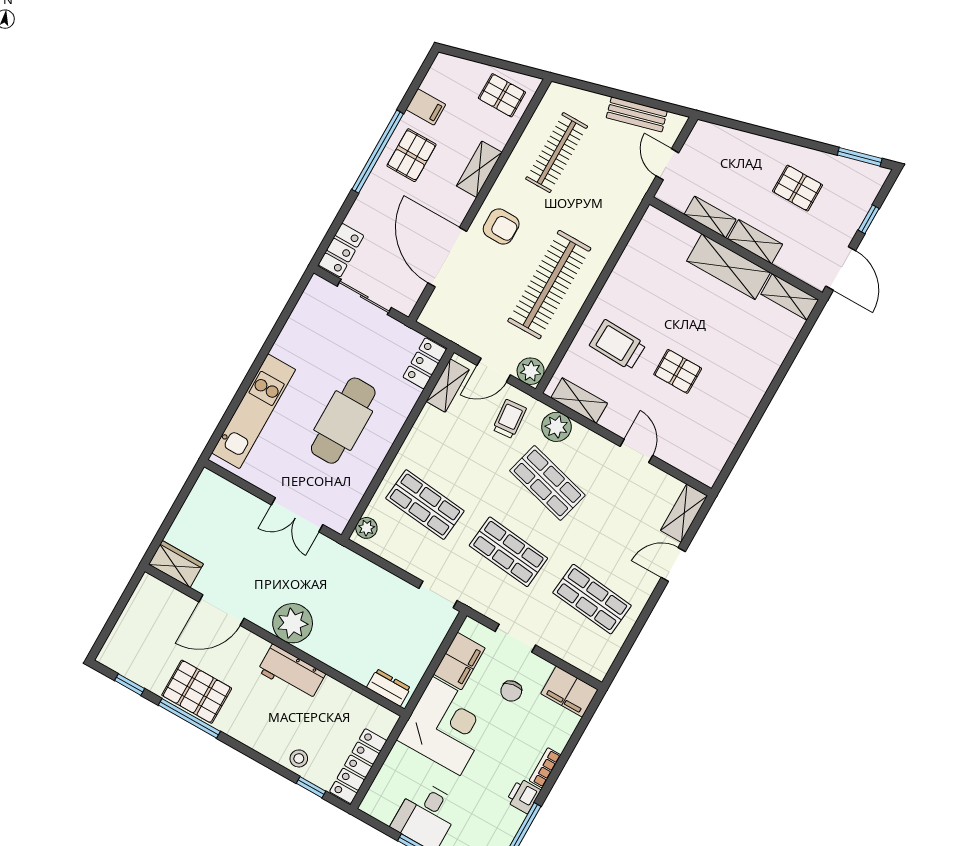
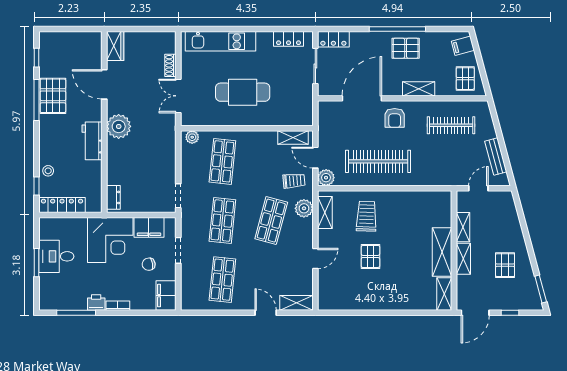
filing cabinet: (426, 107) -> (463, 46), moved, turned 75
locker: (425, 363) -> (289, 39), moved, turned 180
shoe rack: (248, 501) -> (170, 65), added

